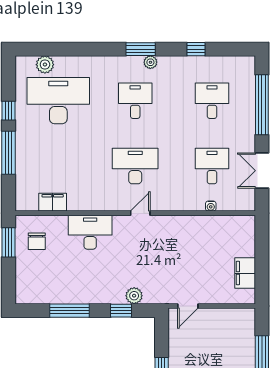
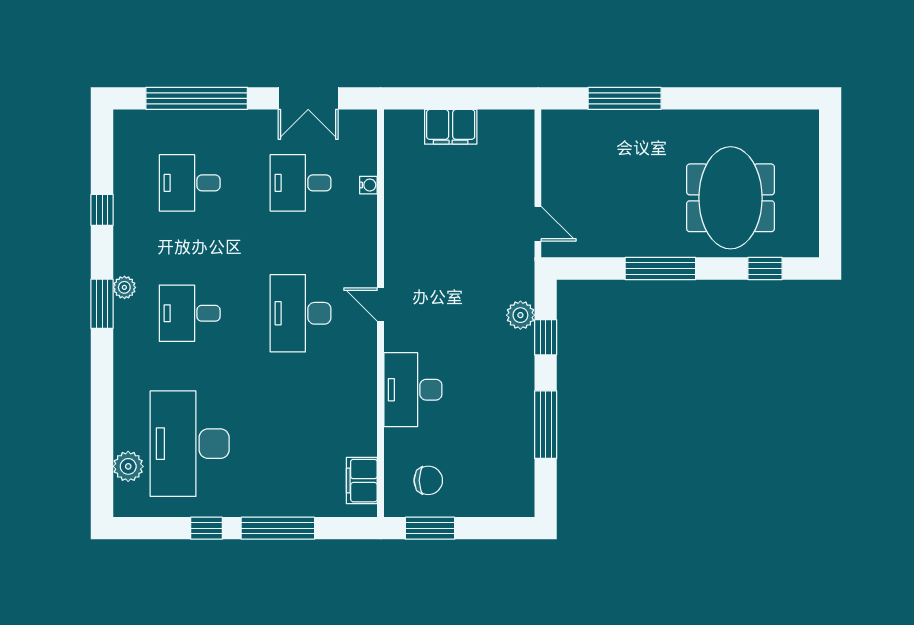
filing cabinet: (53, 202) -> (362, 481), moved
filing cabinet: (245, 273) -> (451, 127), moved

